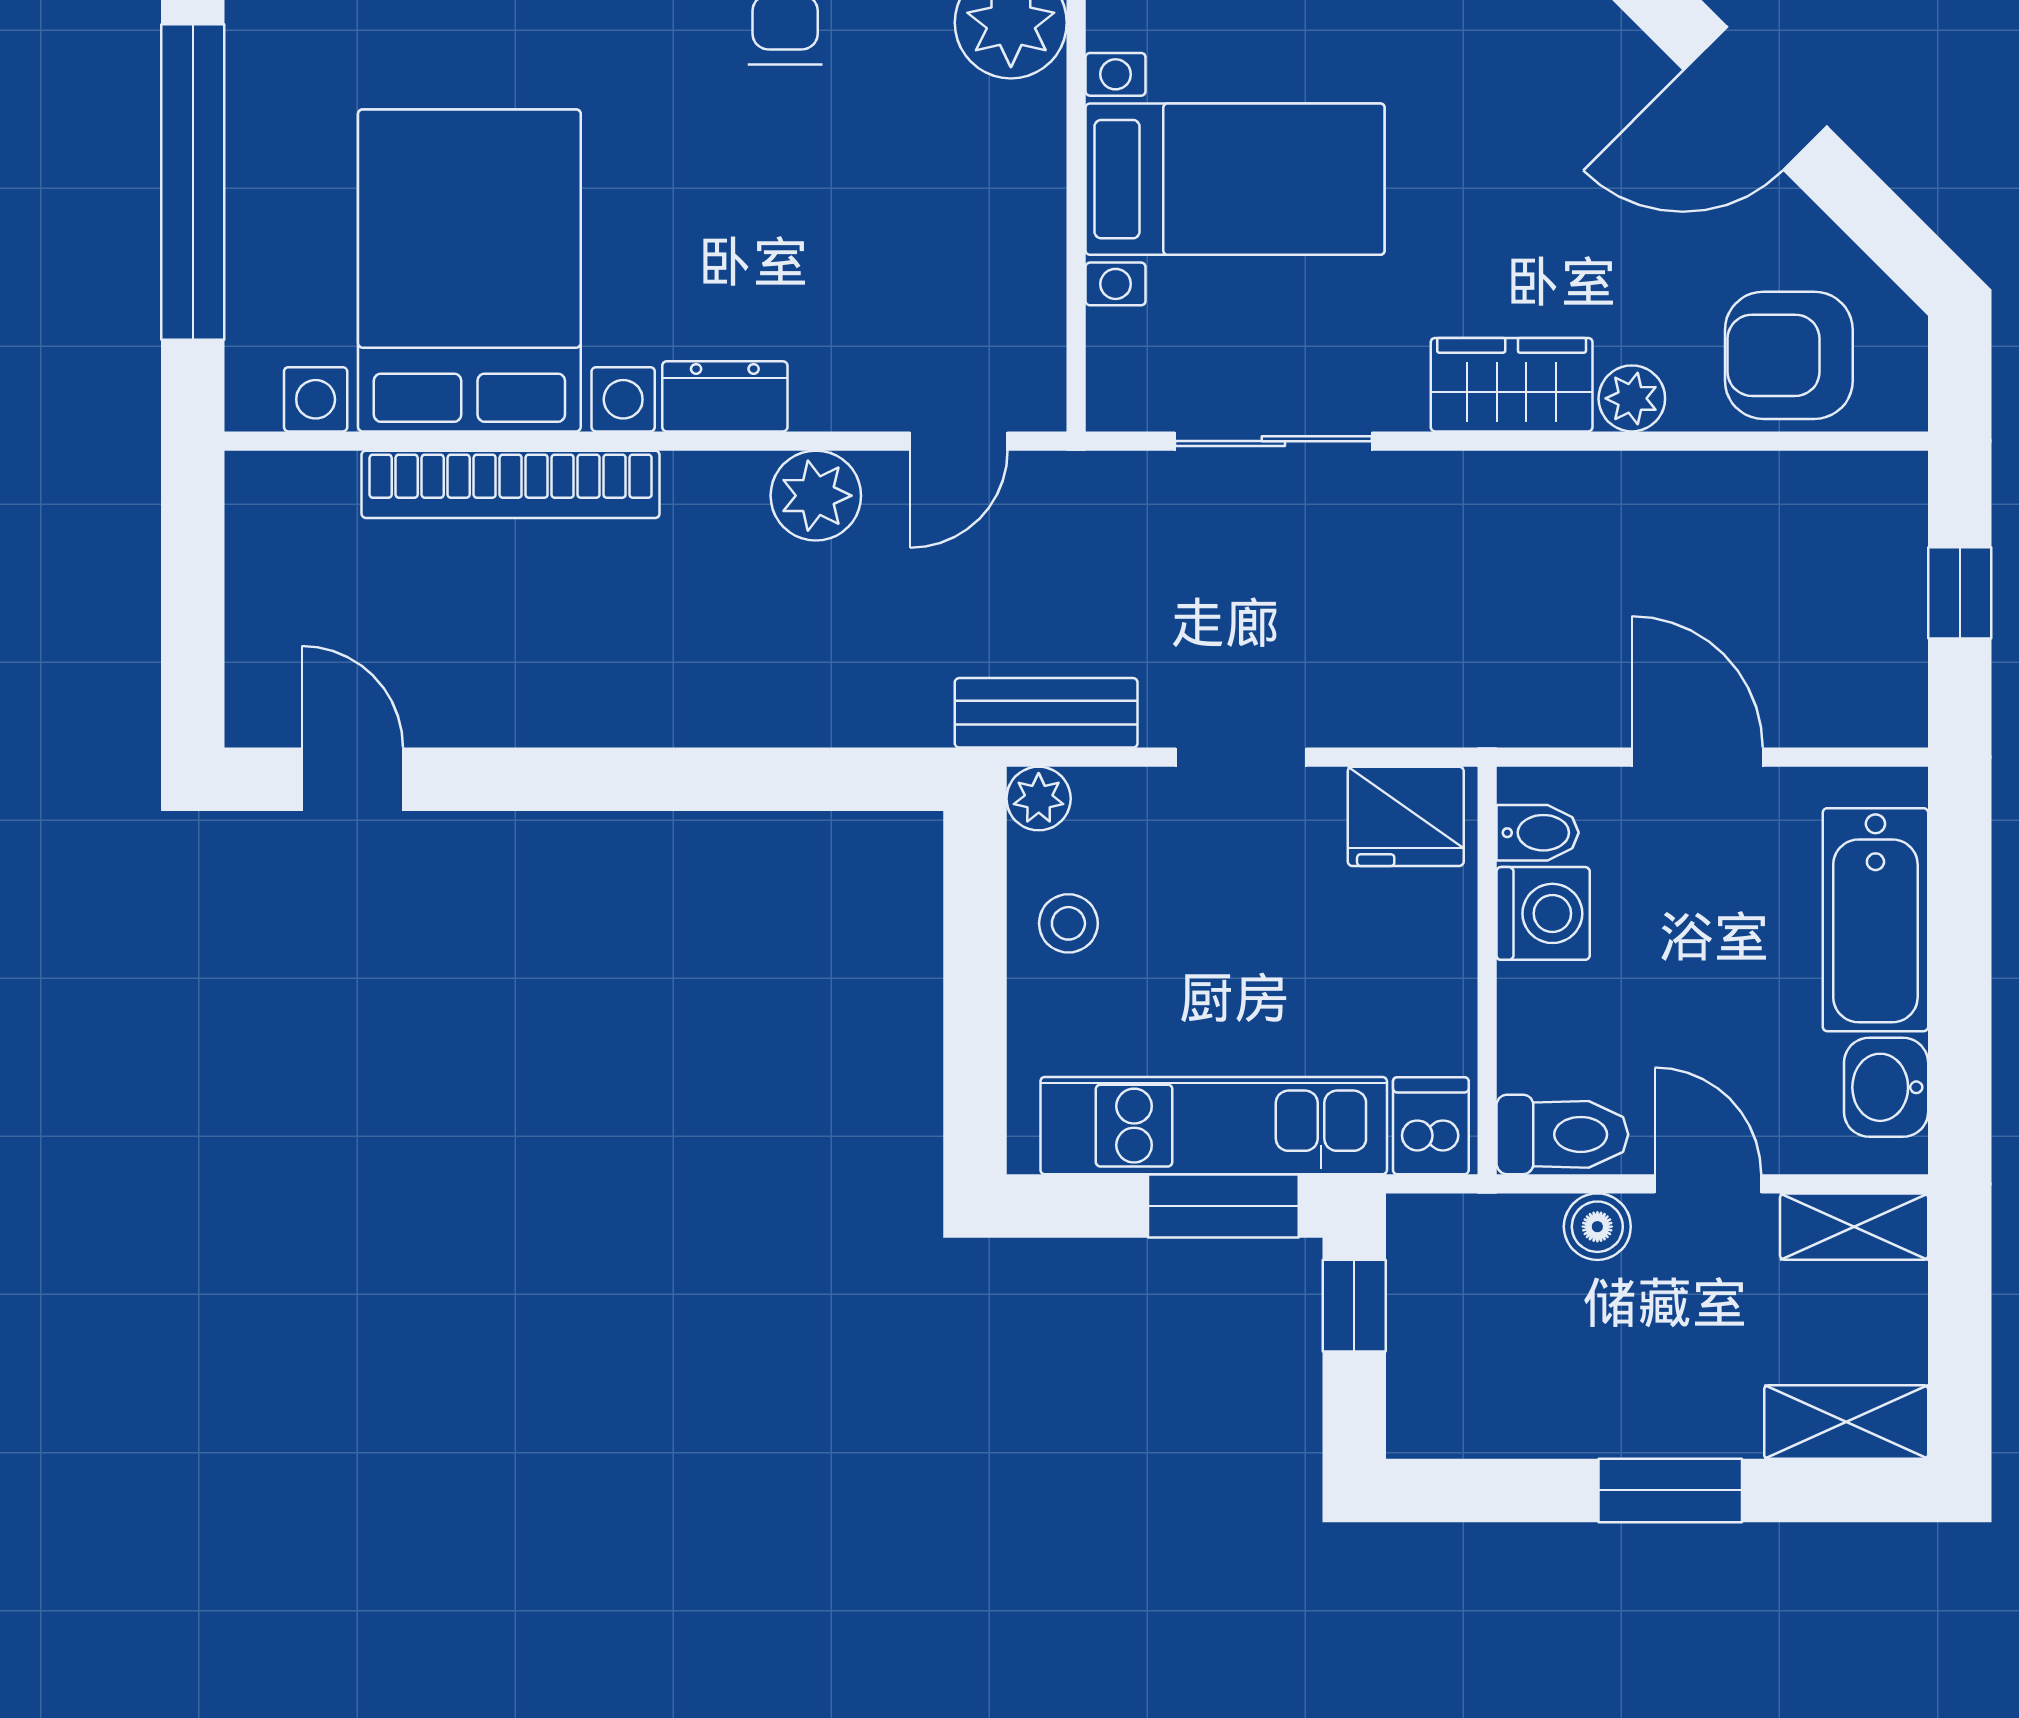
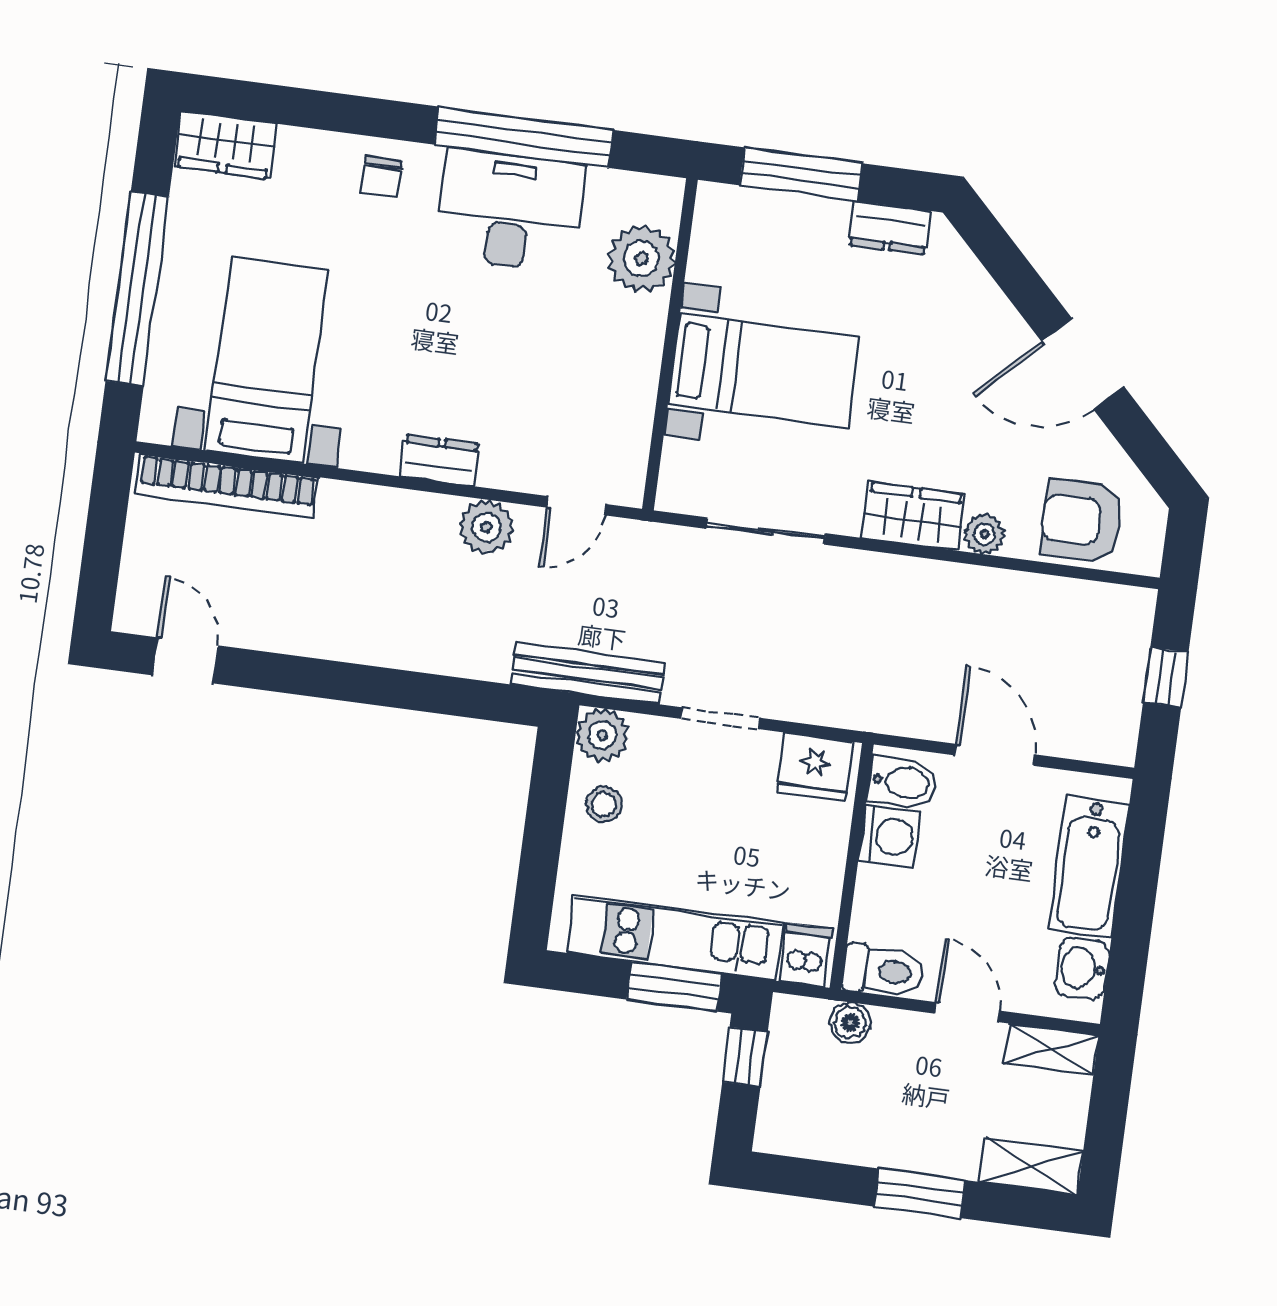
bed with nightstands: (469, 270) -> (267, 360), width x0.73
bookcase: (511, 484) -> (227, 486), moved
bench: (1046, 713) -> (587, 673), width x1.36
plant: (1039, 799) -> (602, 735), width x1.38, depth x1.38
bidet: (1538, 833) -> (903, 782), width x1.38, depth x1.36
boiler: (1597, 1227) -> (850, 1023), moved

